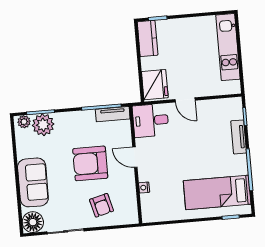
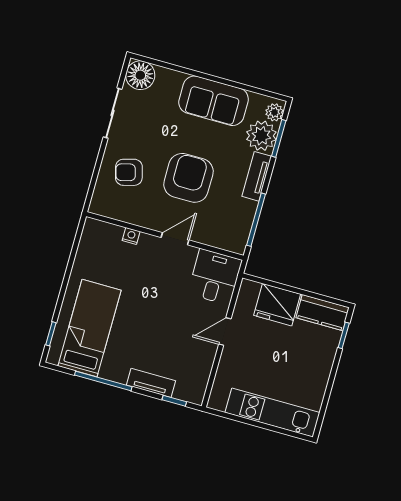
fridge: (155, 85) -> (277, 305), moved
tv unit: (113, 114) -> (257, 176), moved
sofa: (33, 182) -> (214, 101), moved

